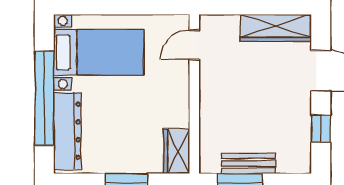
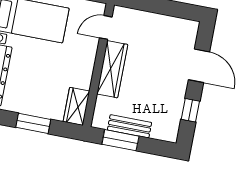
wardrobe: (275, 28) -> (112, 69), moved, turned -90

